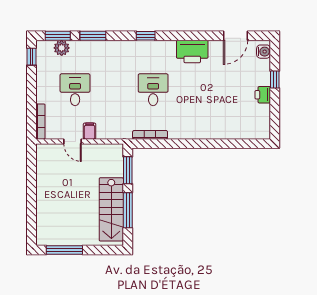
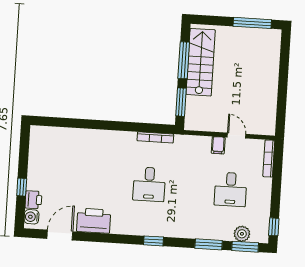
printer: (192, 52) -> (94, 221), moved
printer: (263, 95) -> (33, 200), moved

